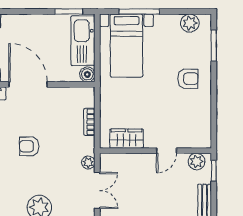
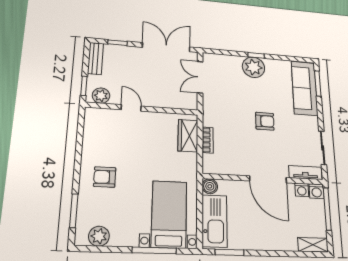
wardrobe: (127, 139) -> (188, 136), moved, turned 90
door: (166, 151) -> (131, 108), hinge flipped
plant: (88, 163) -> (209, 103), removed

